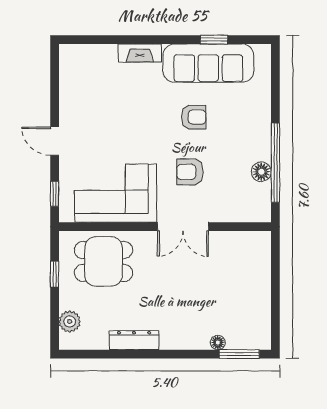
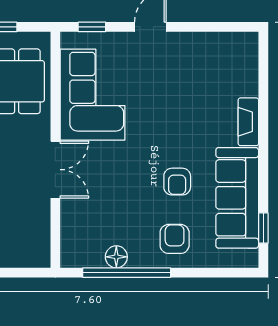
window: (214, 40) -> (263, 228), moved
armchair: (190, 172) -> (175, 239), moved
double door: (183, 227) -> (55, 170), swing flipped

